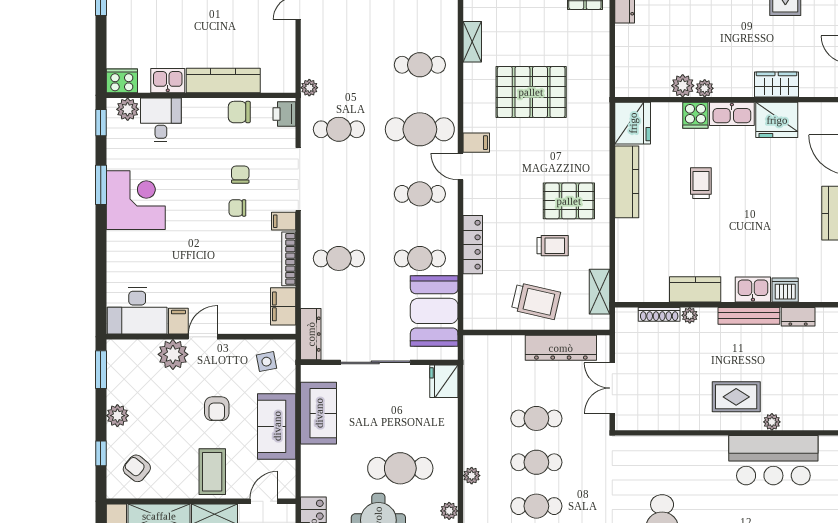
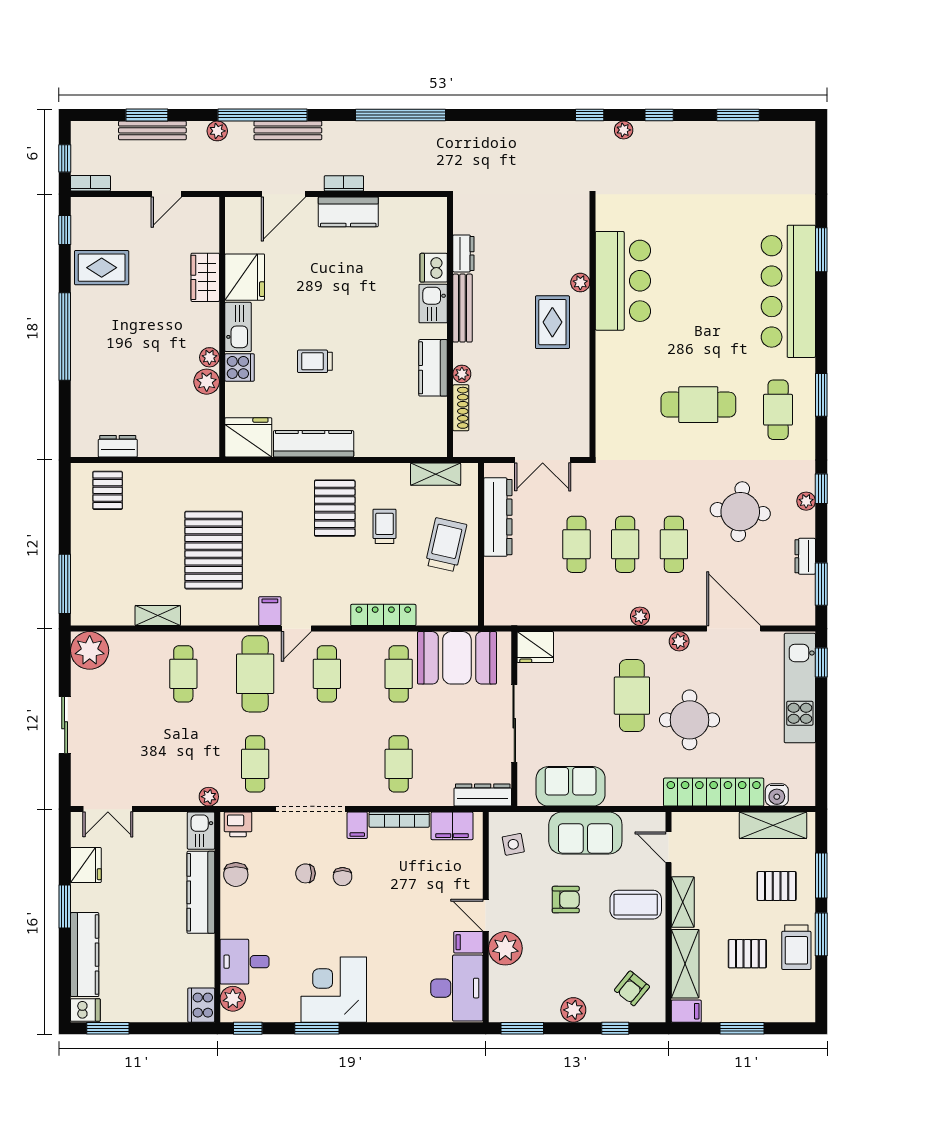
kitchen sink: (168, 81) -> (201, 831), moved

